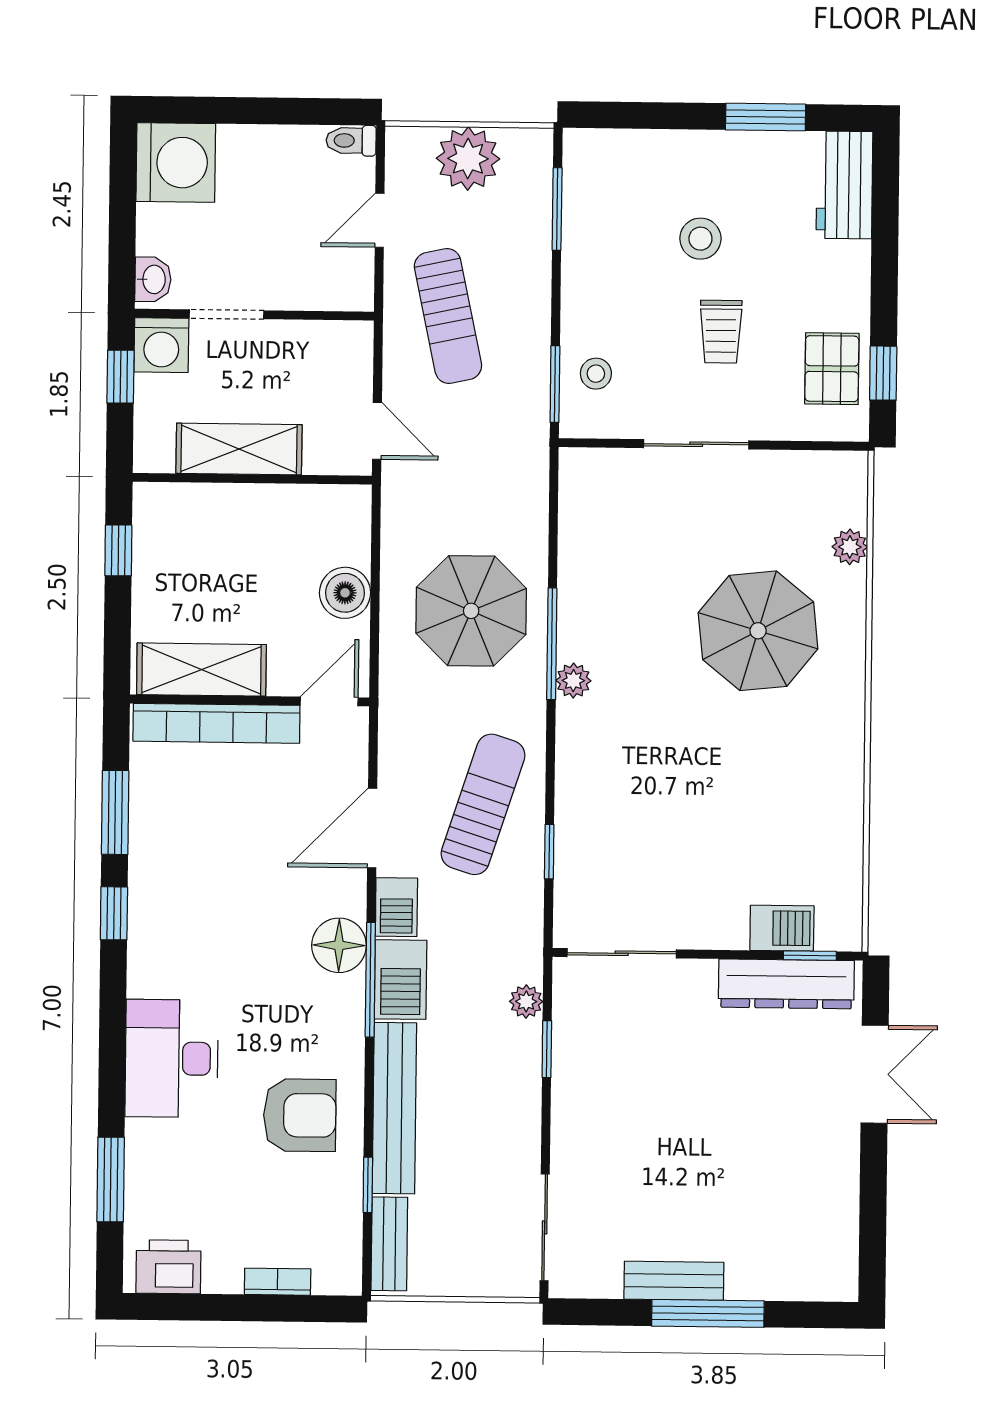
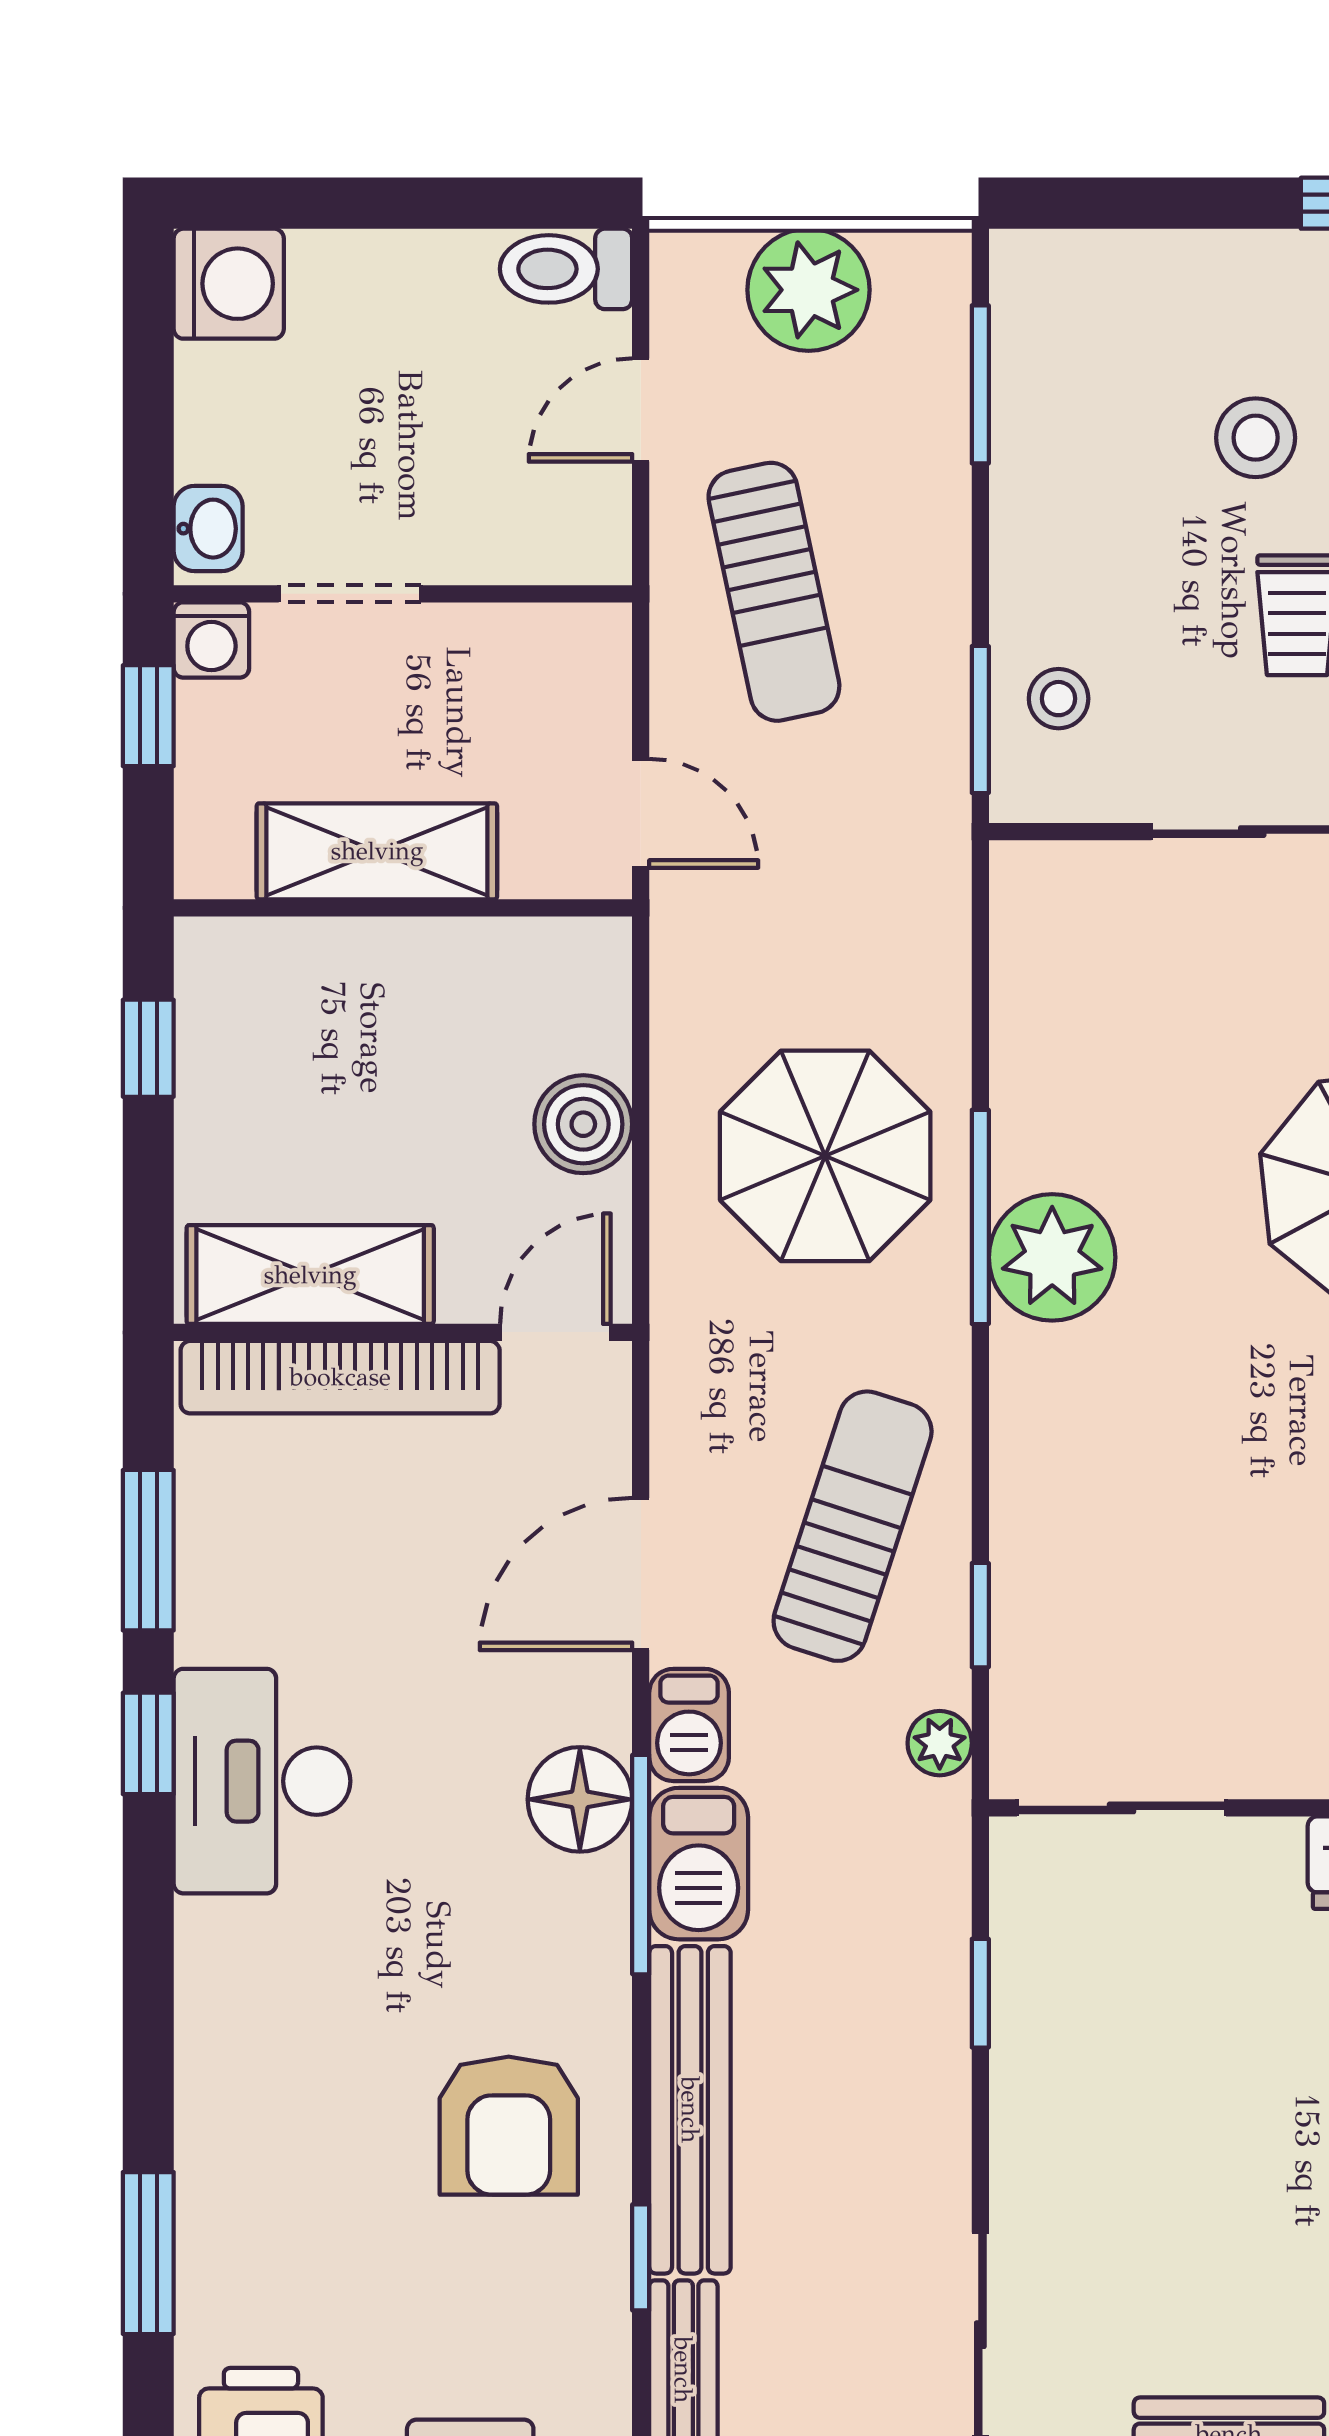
toilet: (351, 141) -> (566, 269), width x1.37, depth x1.39
washing machine: (176, 162) -> (229, 284), width x0.73, depth x0.73
washing machine: (161, 345) -> (211, 640), width x0.73, depth x0.73
plant: (573, 681) -> (1052, 1257), width x1.88, depth x1.88
plant: (526, 1001) -> (940, 1743), moved
desk: (172, 1058) -> (262, 1781), moved
armchair: (300, 1115) -> (509, 2126), turned 90

